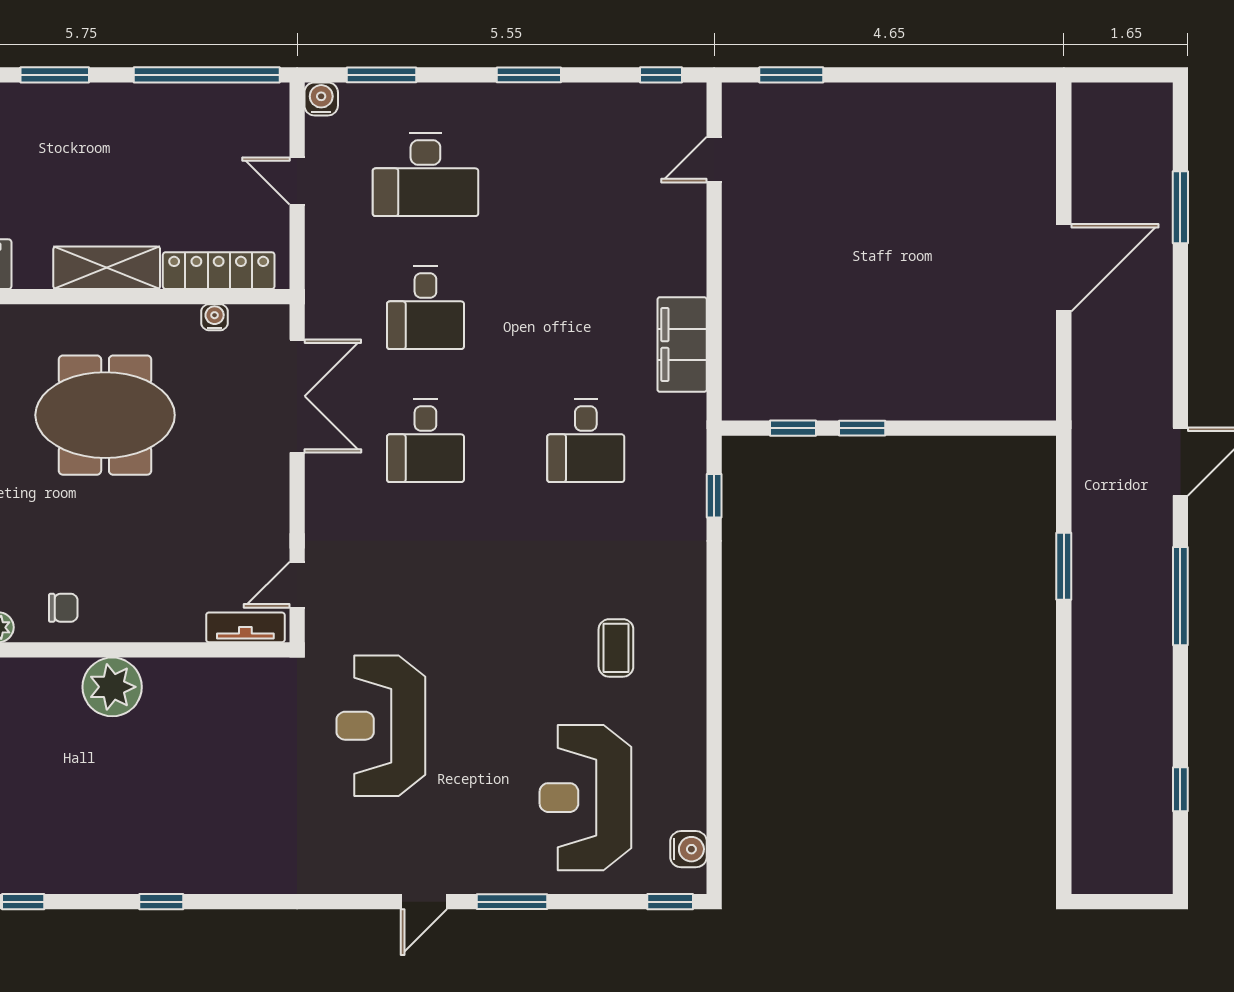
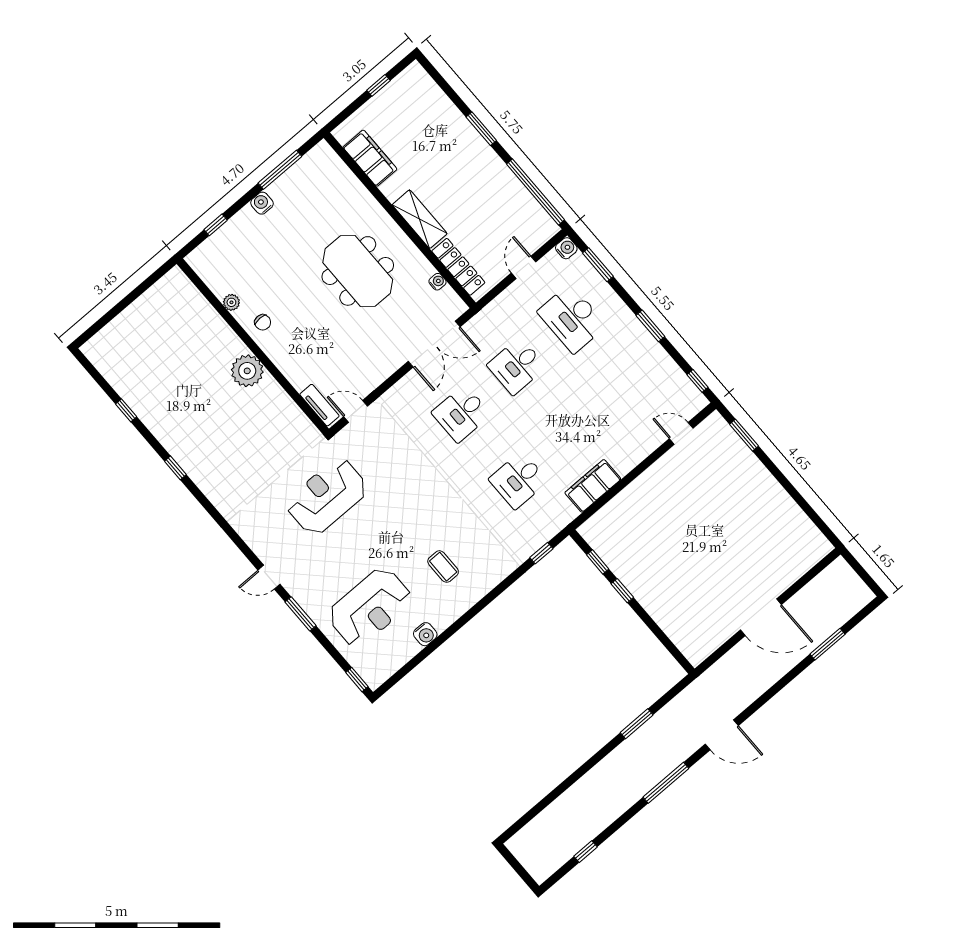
coffee table: (616, 648) -> (443, 567), turned 90
reception desk: (585, 798) -> (370, 607), turned 180
water cooler: (688, 849) -> (425, 634), moved

